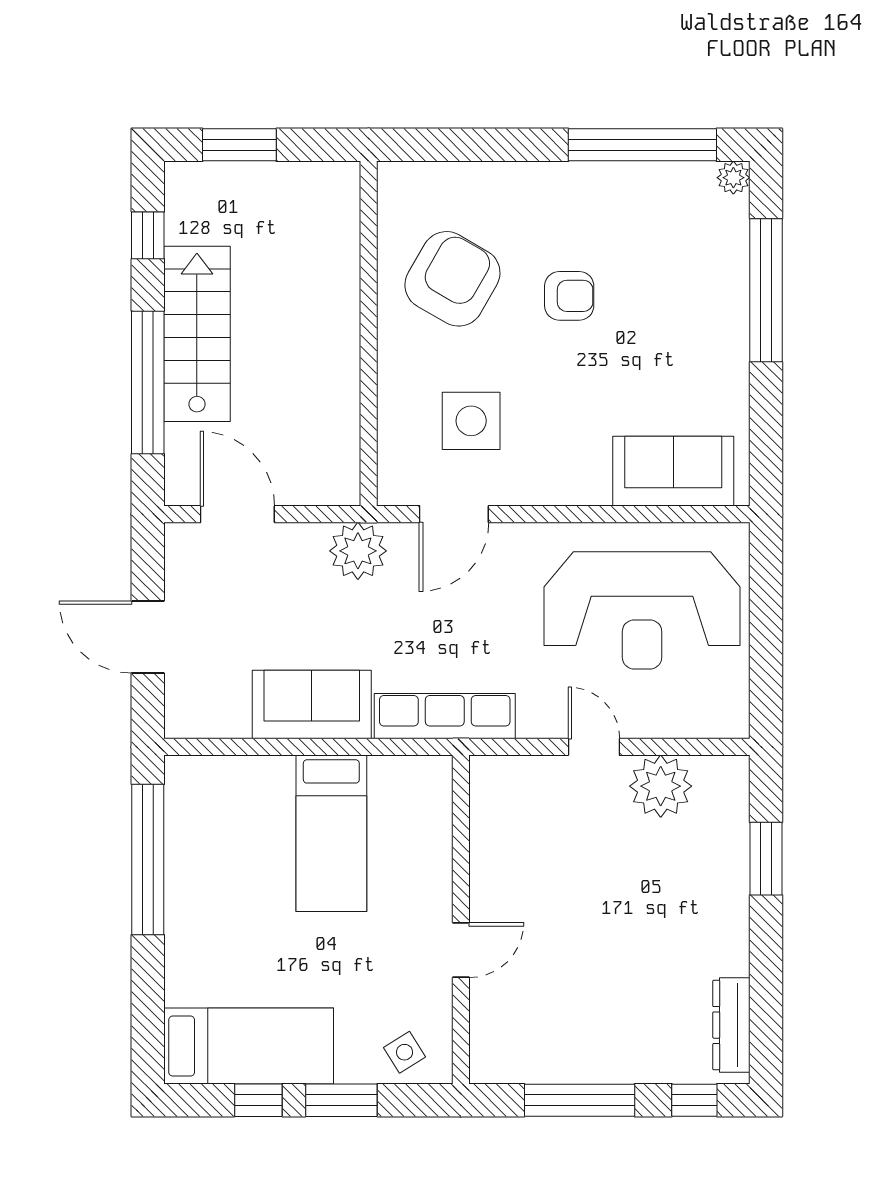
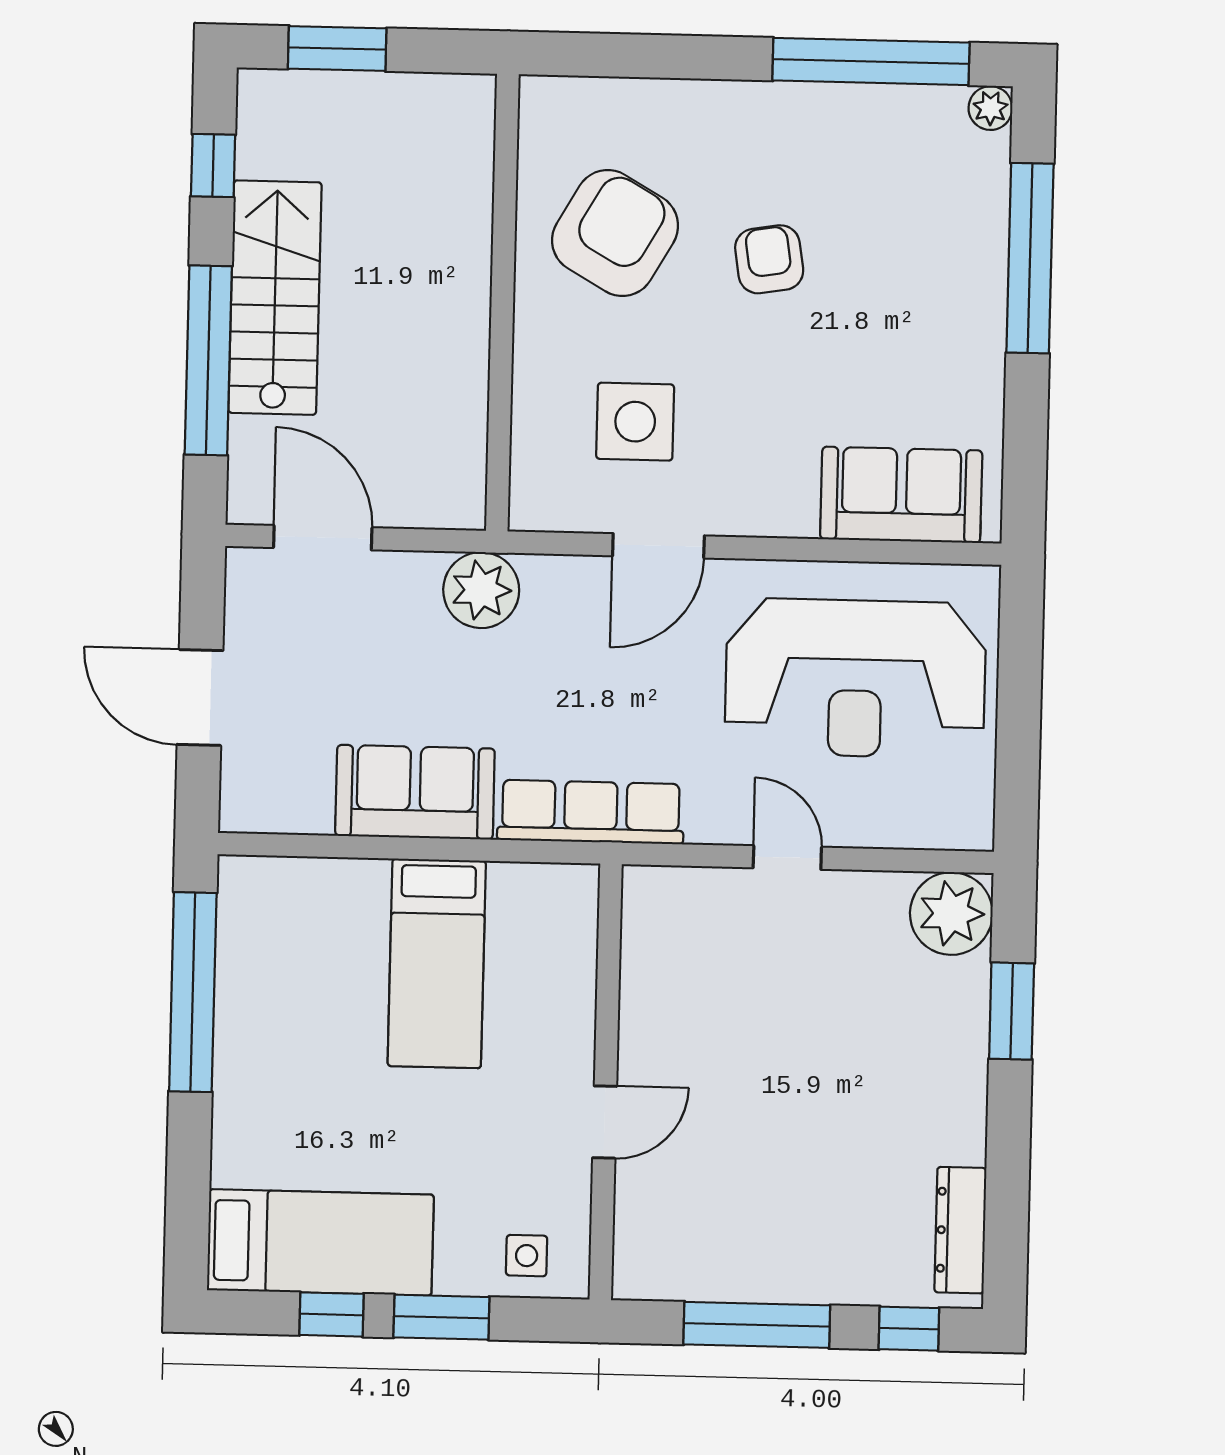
armchair: (569, 296) -> (769, 259), turned -99
door: (454, 514) -> (658, 546), moved
plant: (661, 786) -> (951, 914), moved
side table: (405, 1052) -> (527, 1256), turned 32

